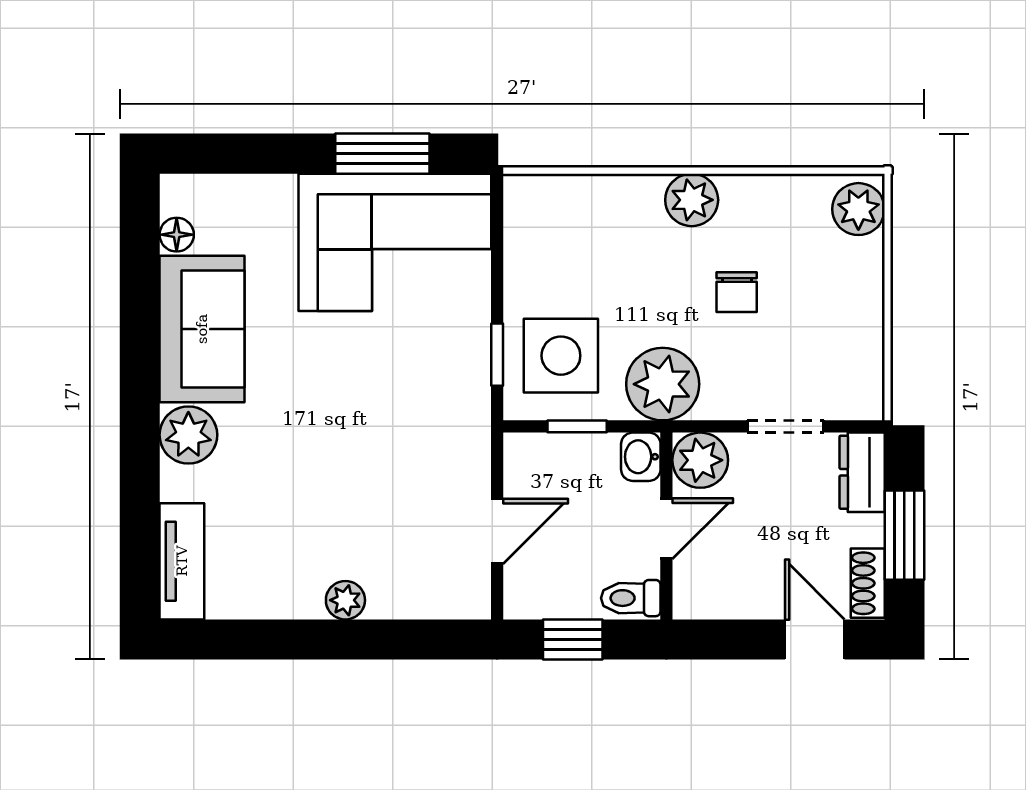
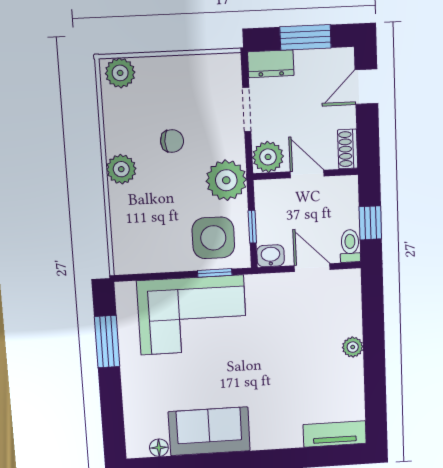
corner sofa: (395, 242) -> (192, 315), moved, turned 90
plant: (188, 435) -> (267, 435), removed
washbasin: (641, 457) -> (271, 256), moved, turned 180
shoe rack: (868, 583) -> (348, 149), moved, turned 90
toilet: (631, 598) -> (350, 246), moved, turned 180

